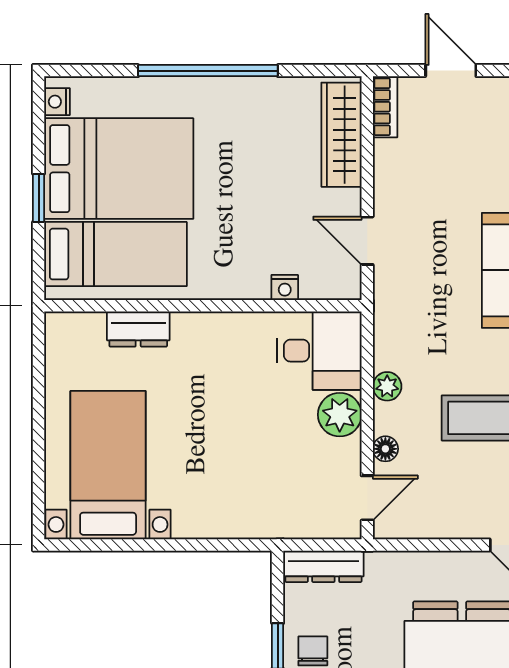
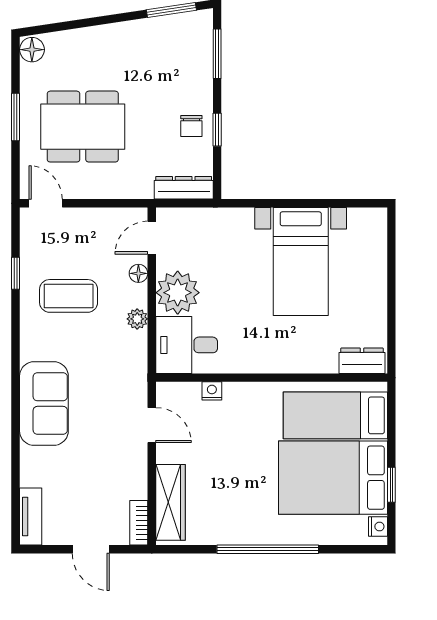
window: (39, 198) -> (391, 485), moved
dresser: (138, 329) -> (362, 361), moved
plant: (340, 415) -> (178, 293), width x1.36, depth x1.36
bed with nightstands: (108, 465) -> (301, 262), moved

